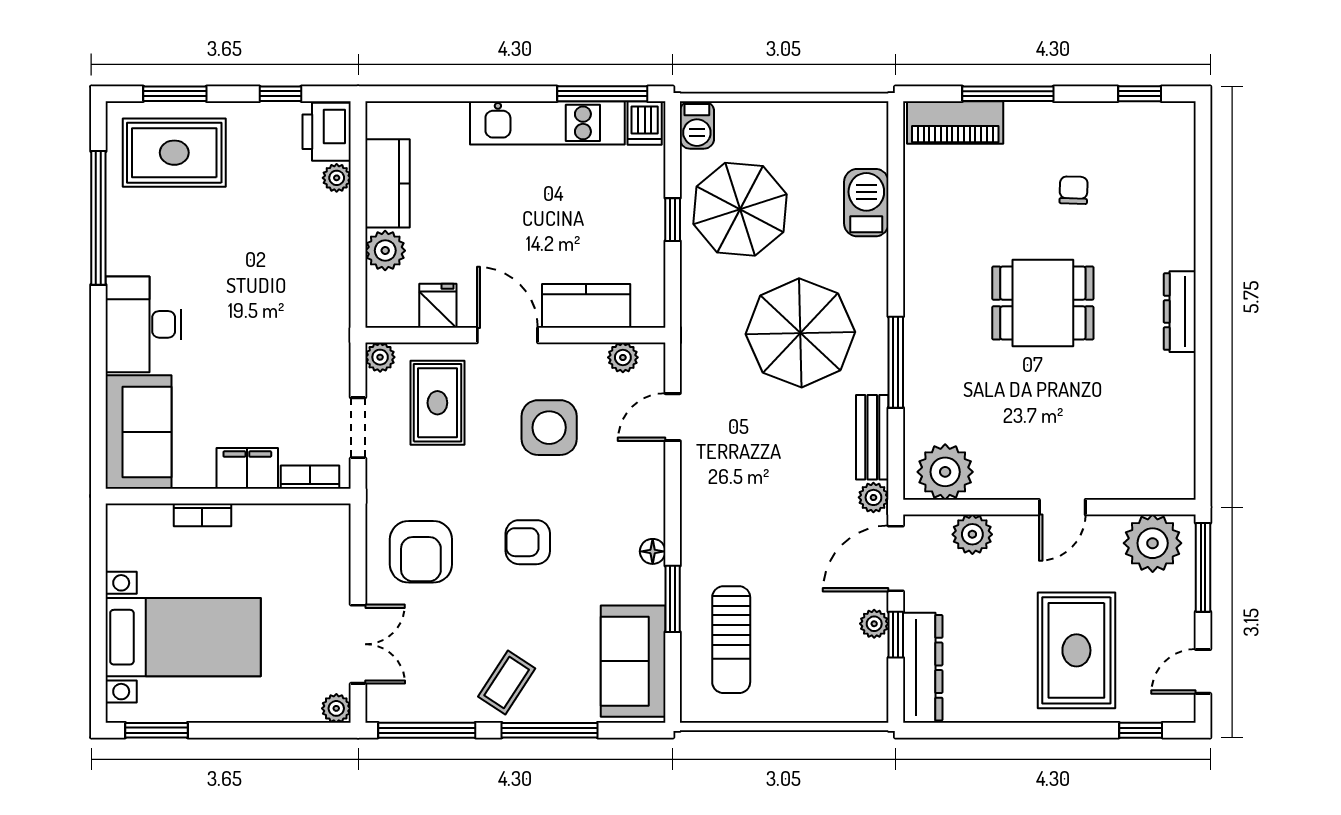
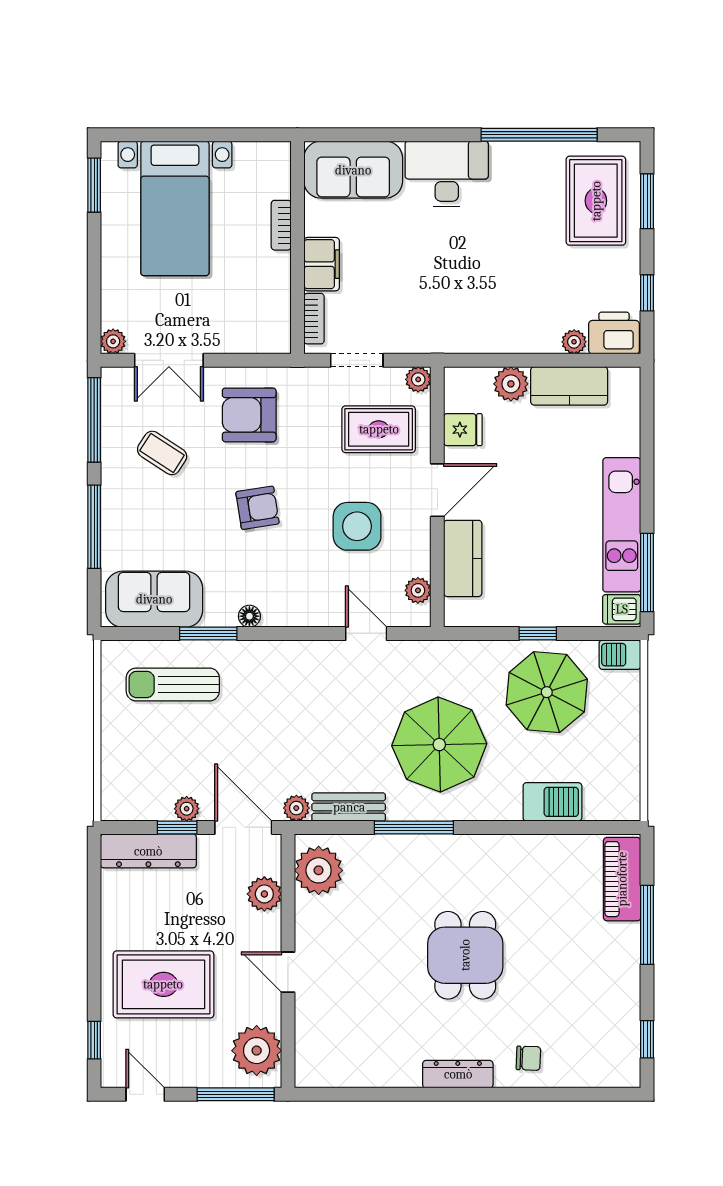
chair: (1074, 190) -> (528, 1058), moved
armchair: (528, 542) -> (257, 508), turned 81
coffee table: (507, 682) -> (162, 453), moved

